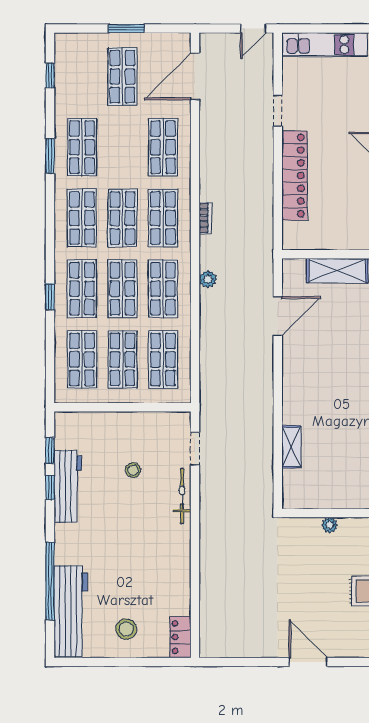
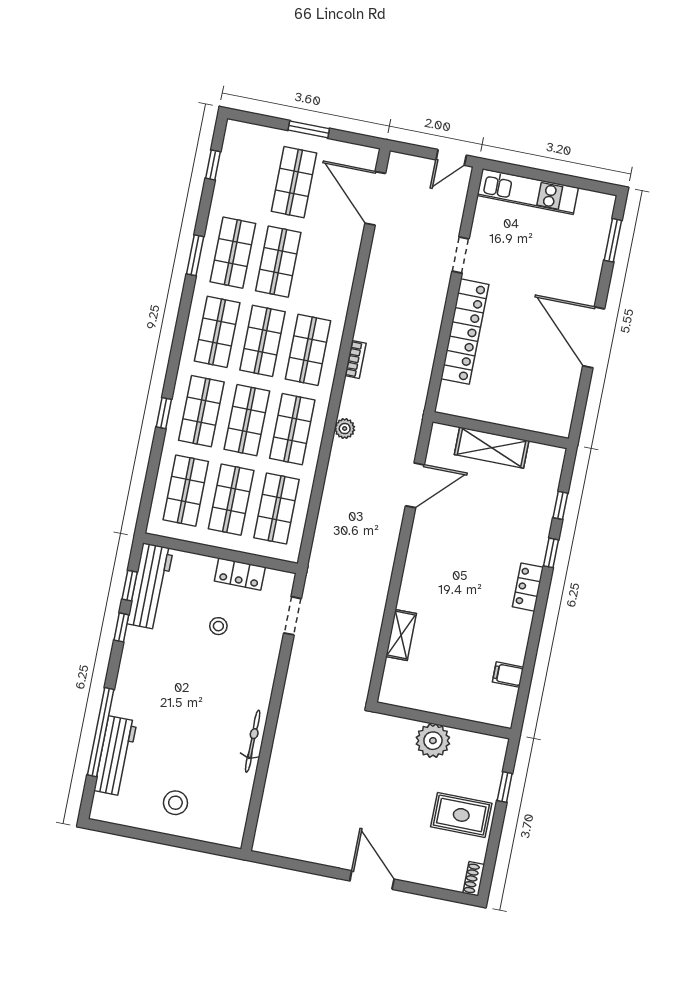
door: (195, 77) -> (375, 198), hinge flipped
shop shelf: (163, 147) -> (278, 262), moved
workbench: (68, 486) -> (150, 586), moved
bicycle: (182, 496) -> (253, 741), moved
plant: (330, 525) -> (433, 741), width x1.88, depth x1.88
workbench: (71, 611) -> (115, 756), width x0.73, depth x0.76
locker: (180, 637) -> (240, 574), moved, turned -90

